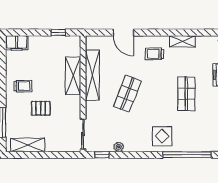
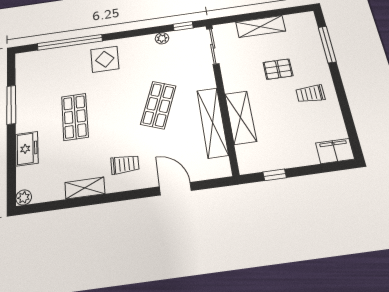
shelving: (28, 145) -> (261, 26), moved

